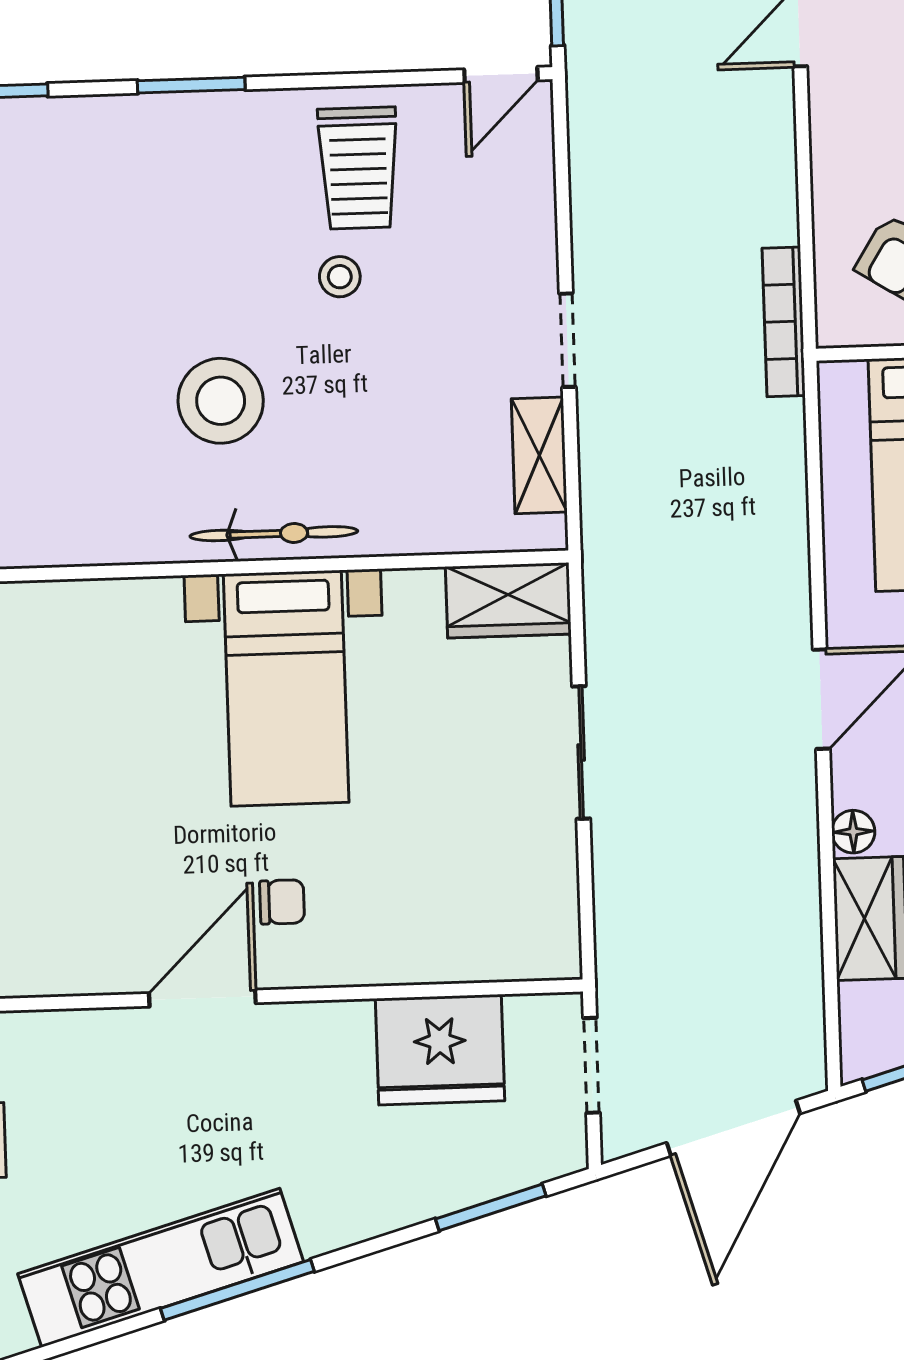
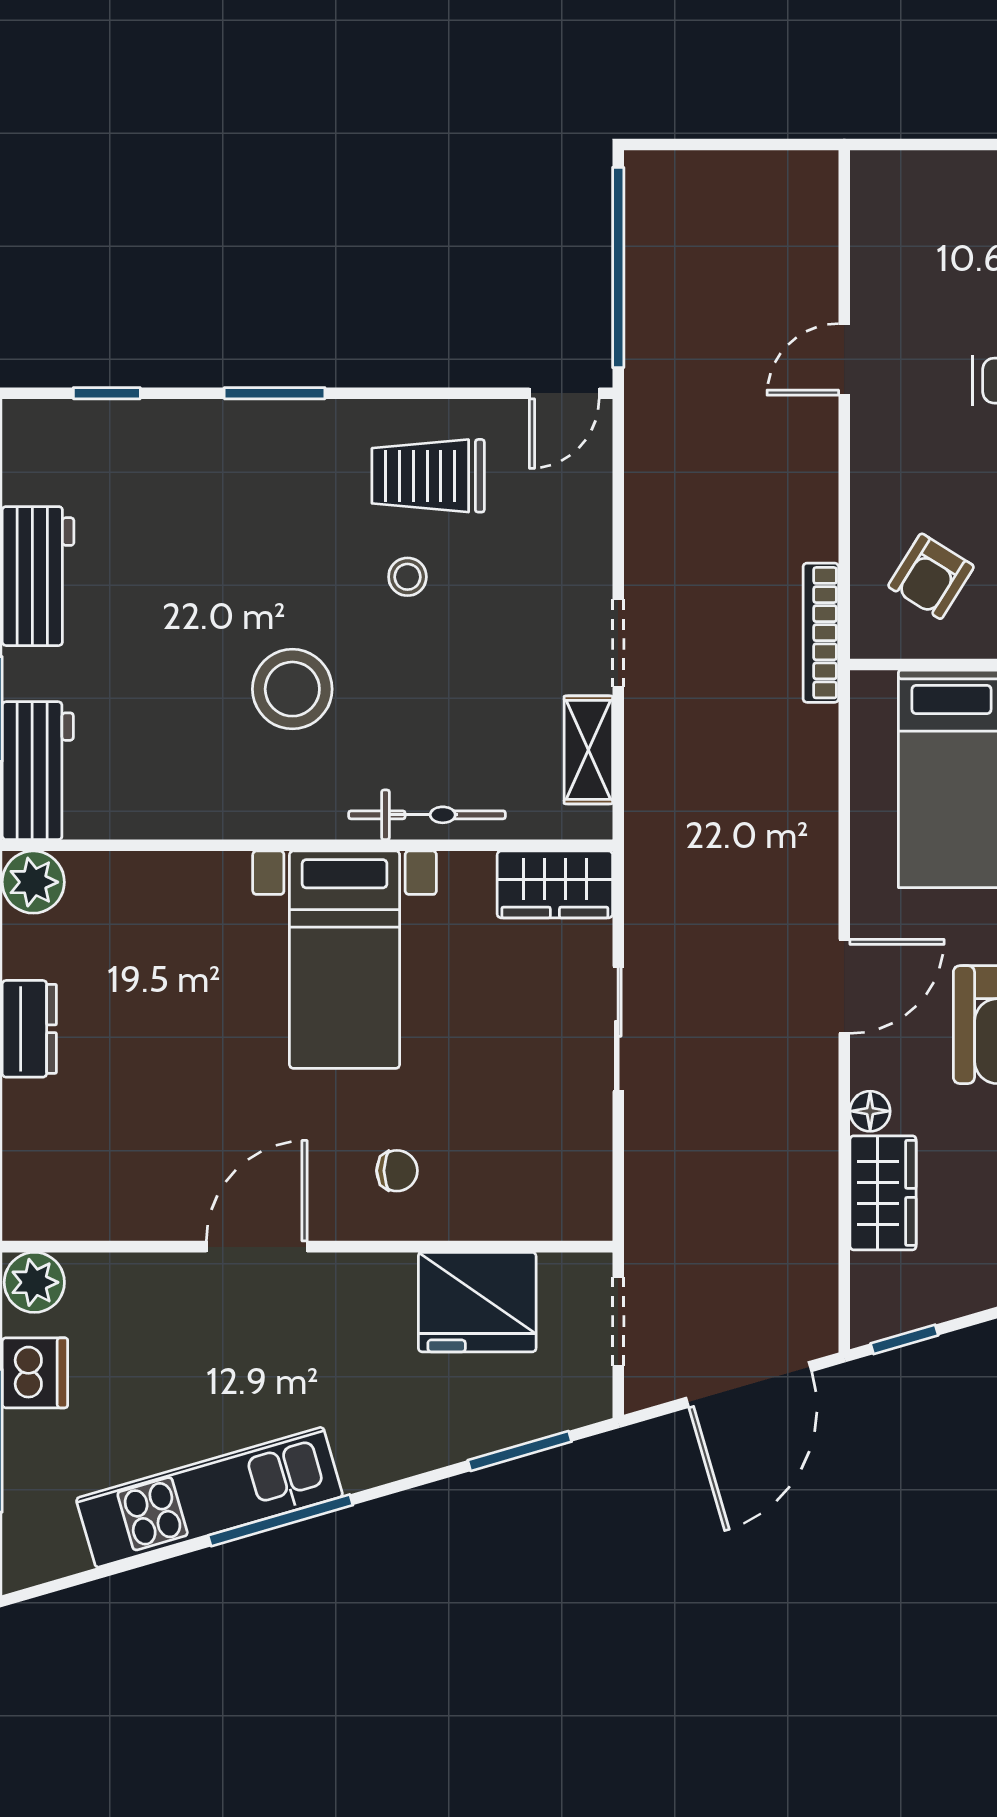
trolley: (358, 168) -> (428, 476), turned 90
bicycle: (274, 534) -> (427, 815), moved
chair: (282, 902) -> (397, 1171), moved

